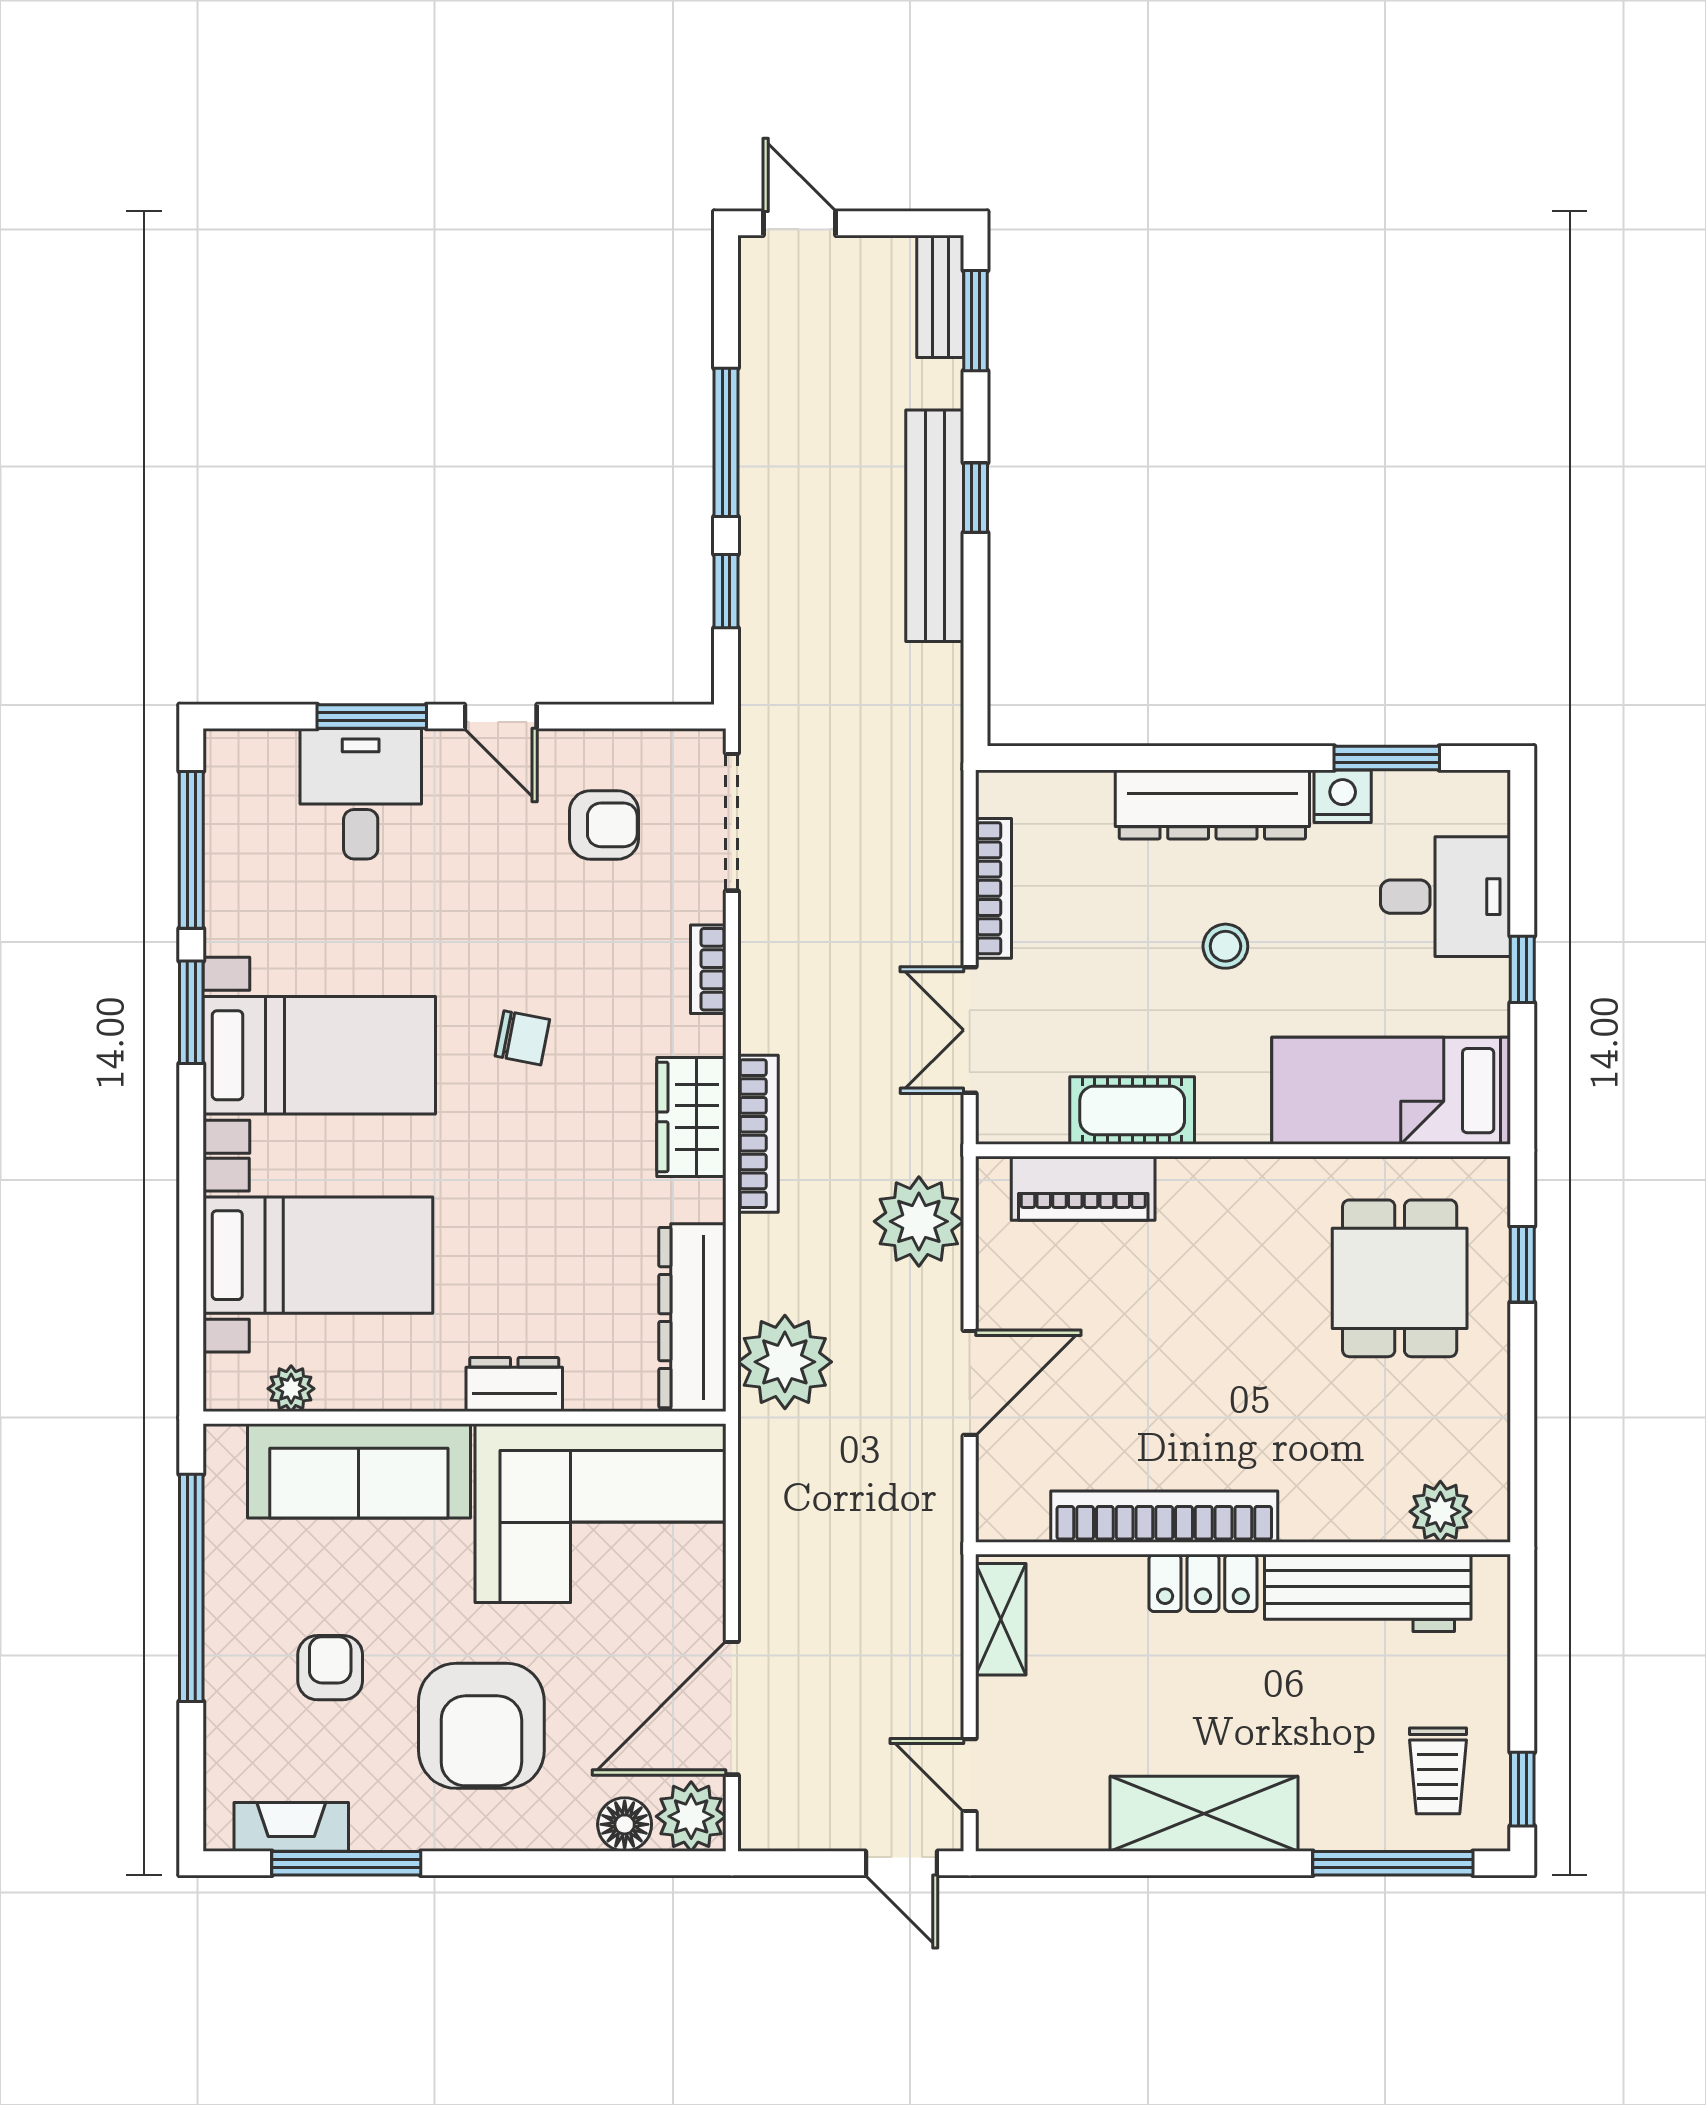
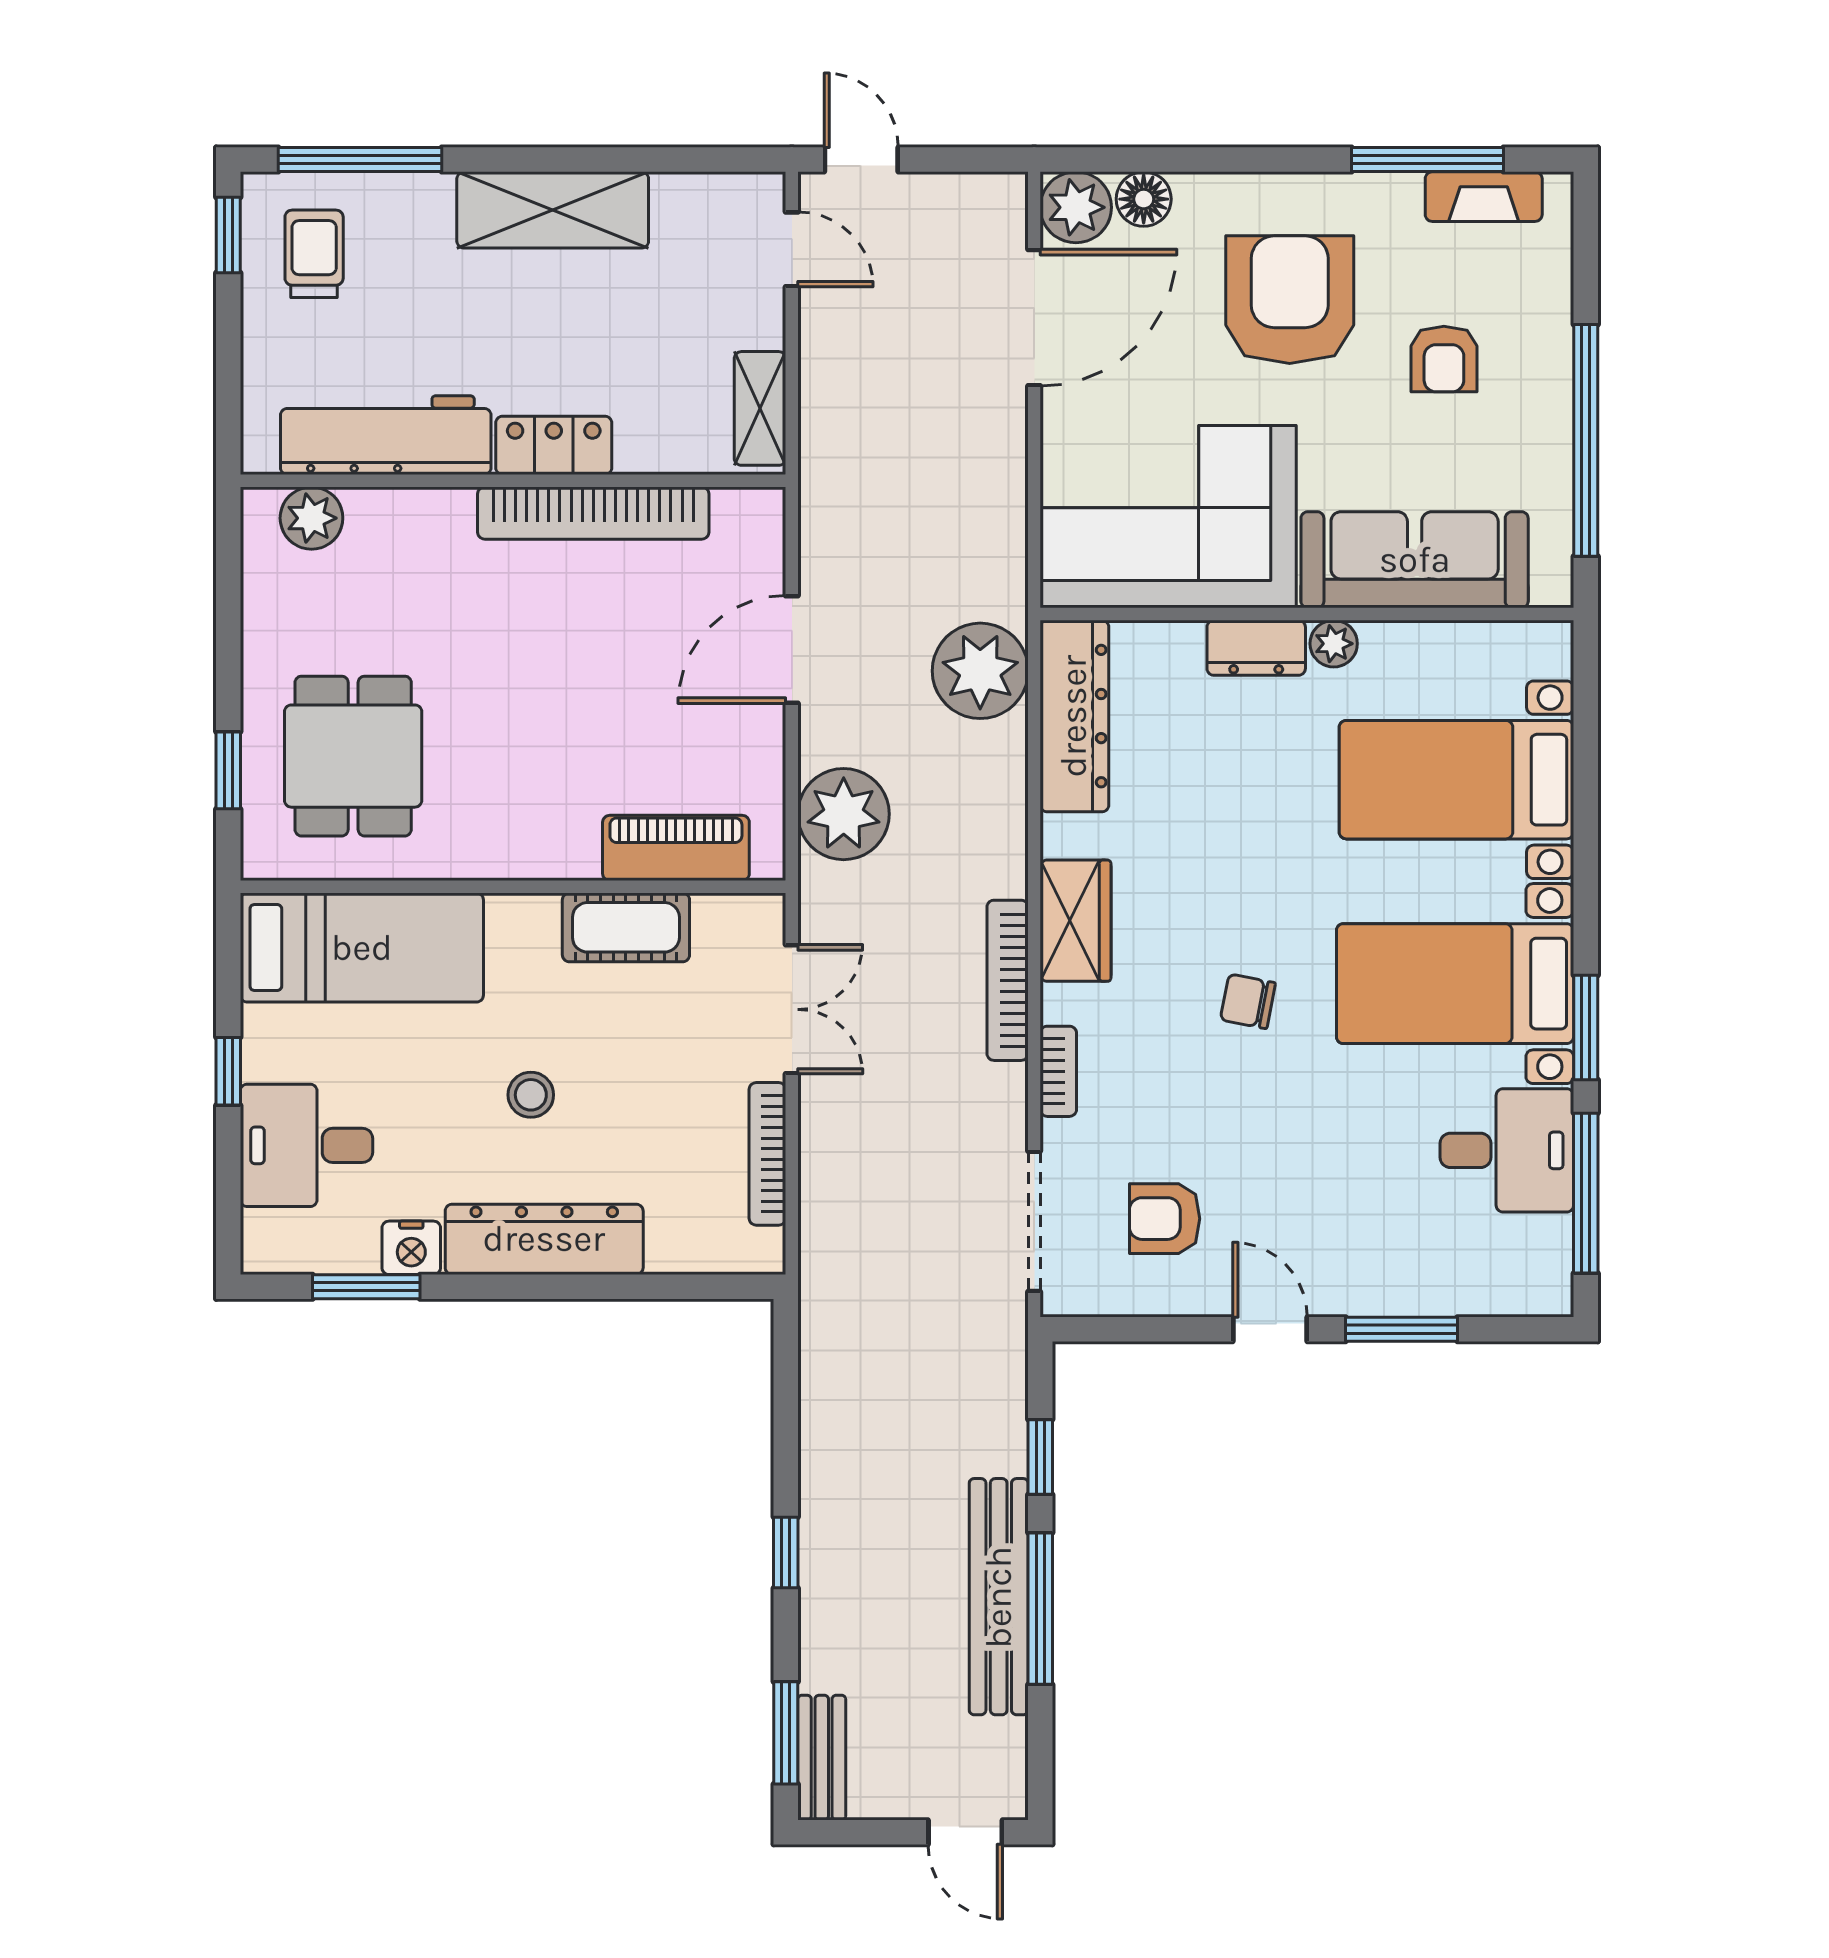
bench: (935, 526) -> (999, 1597), moved
desk: (361, 794) -> (1507, 1150), moved, turned -90
bookcase: (758, 1134) -> (1008, 980), moved
plant: (291, 1389) -> (1334, 644), moved

